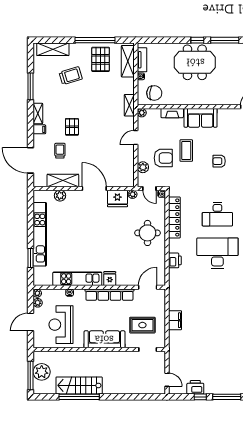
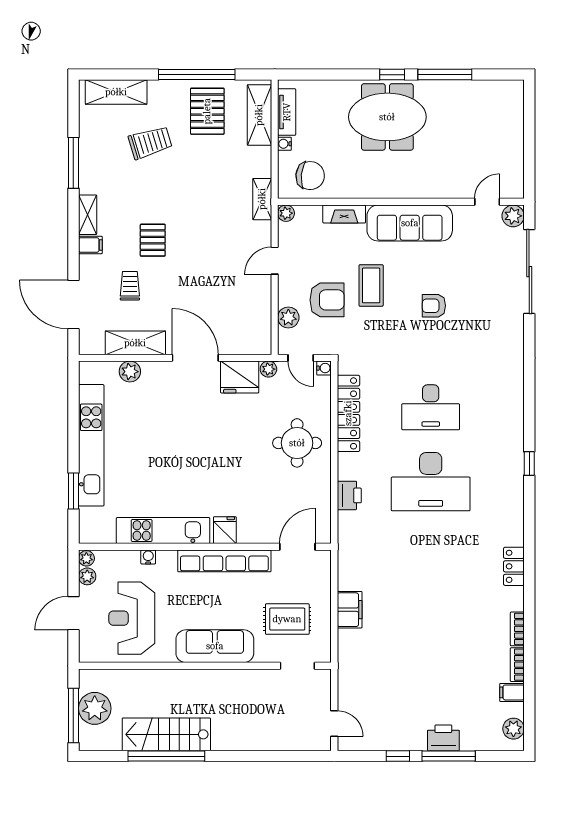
sofa: (201, 118) -> (410, 223), width x1.36
desk: (217, 253) -> (431, 482), turned 180
printer: (195, 387) -> (443, 738), moved

